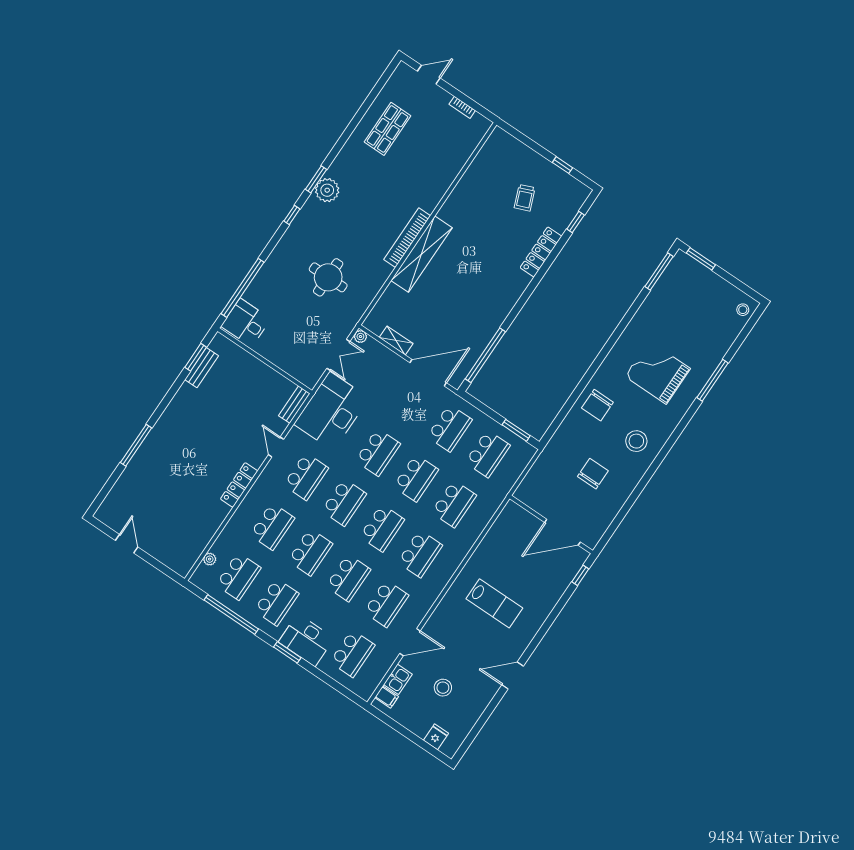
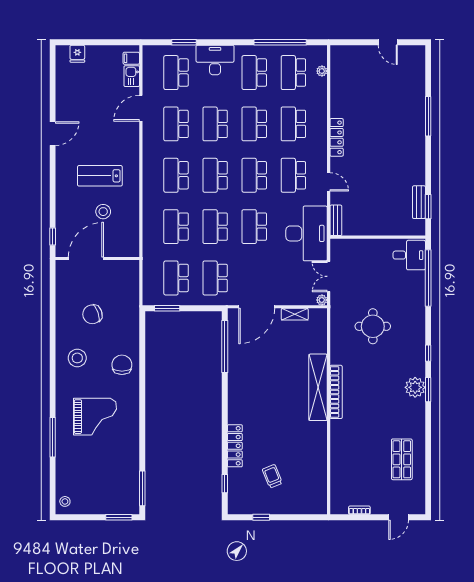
chair: (593, 474) -> (92, 314), turned 71
window: (287, 652) -> (184, 42), moved
stool: (443, 688) -> (103, 212), moved

